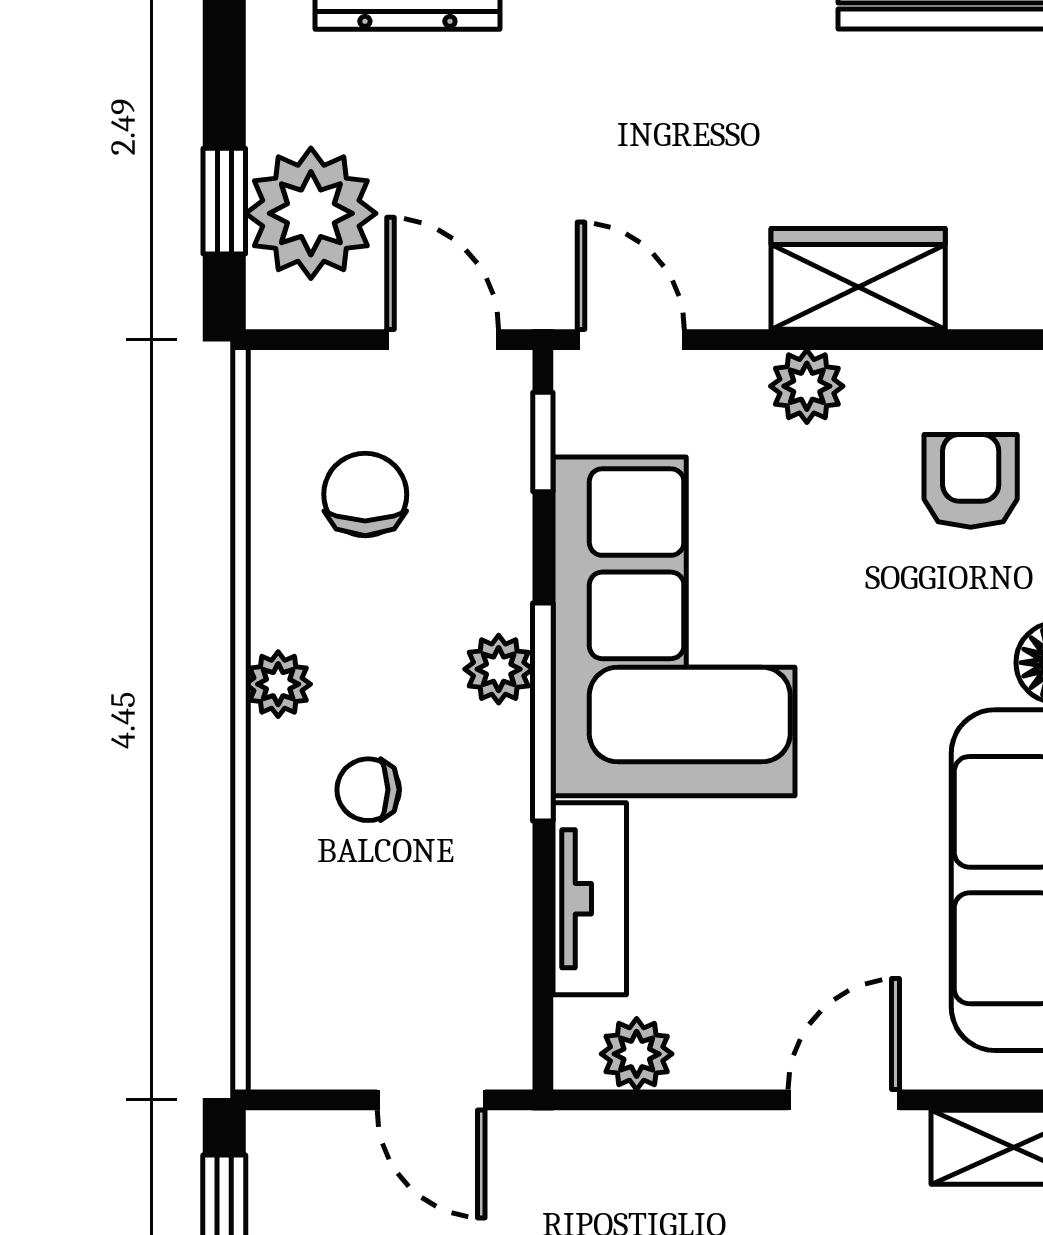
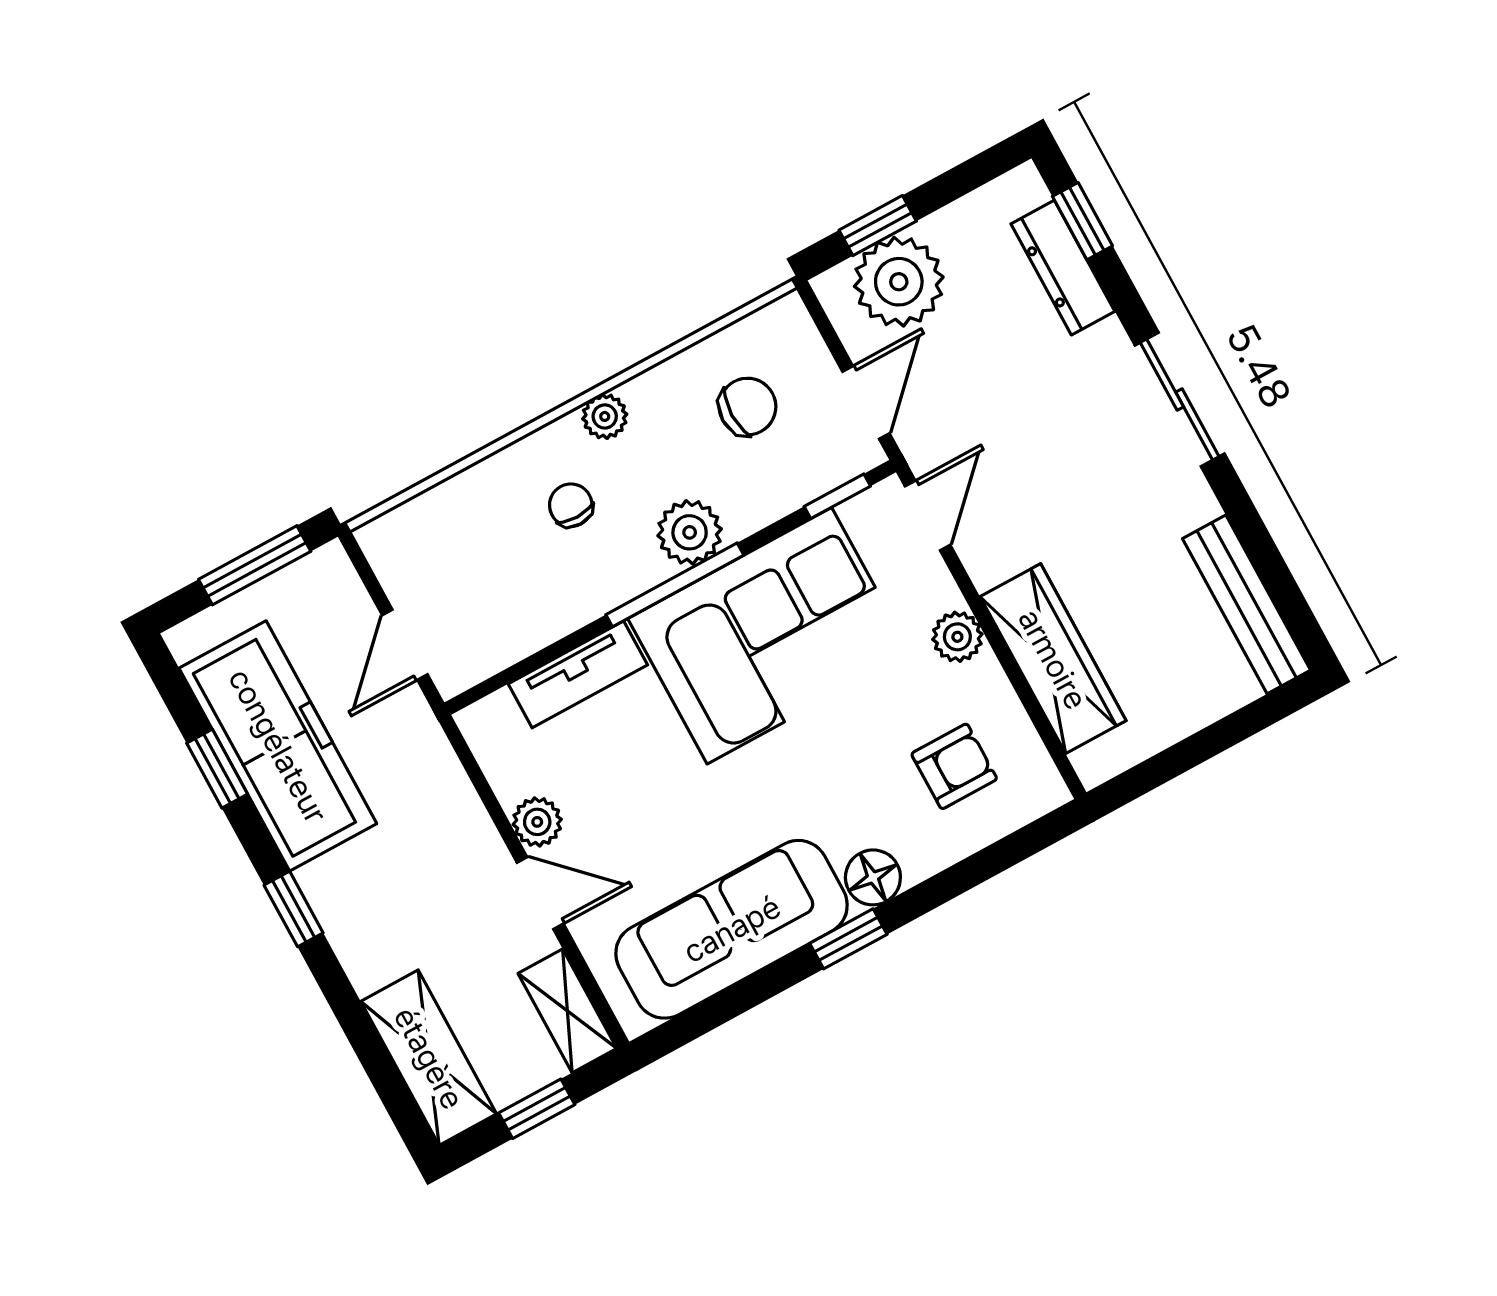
wardrobe: (858, 279) -> (1053, 659), width x1.50
plant: (499, 669) -> (690, 532), width x1.38, depth x1.38
plant: (637, 1054) -> (537, 822), moved

